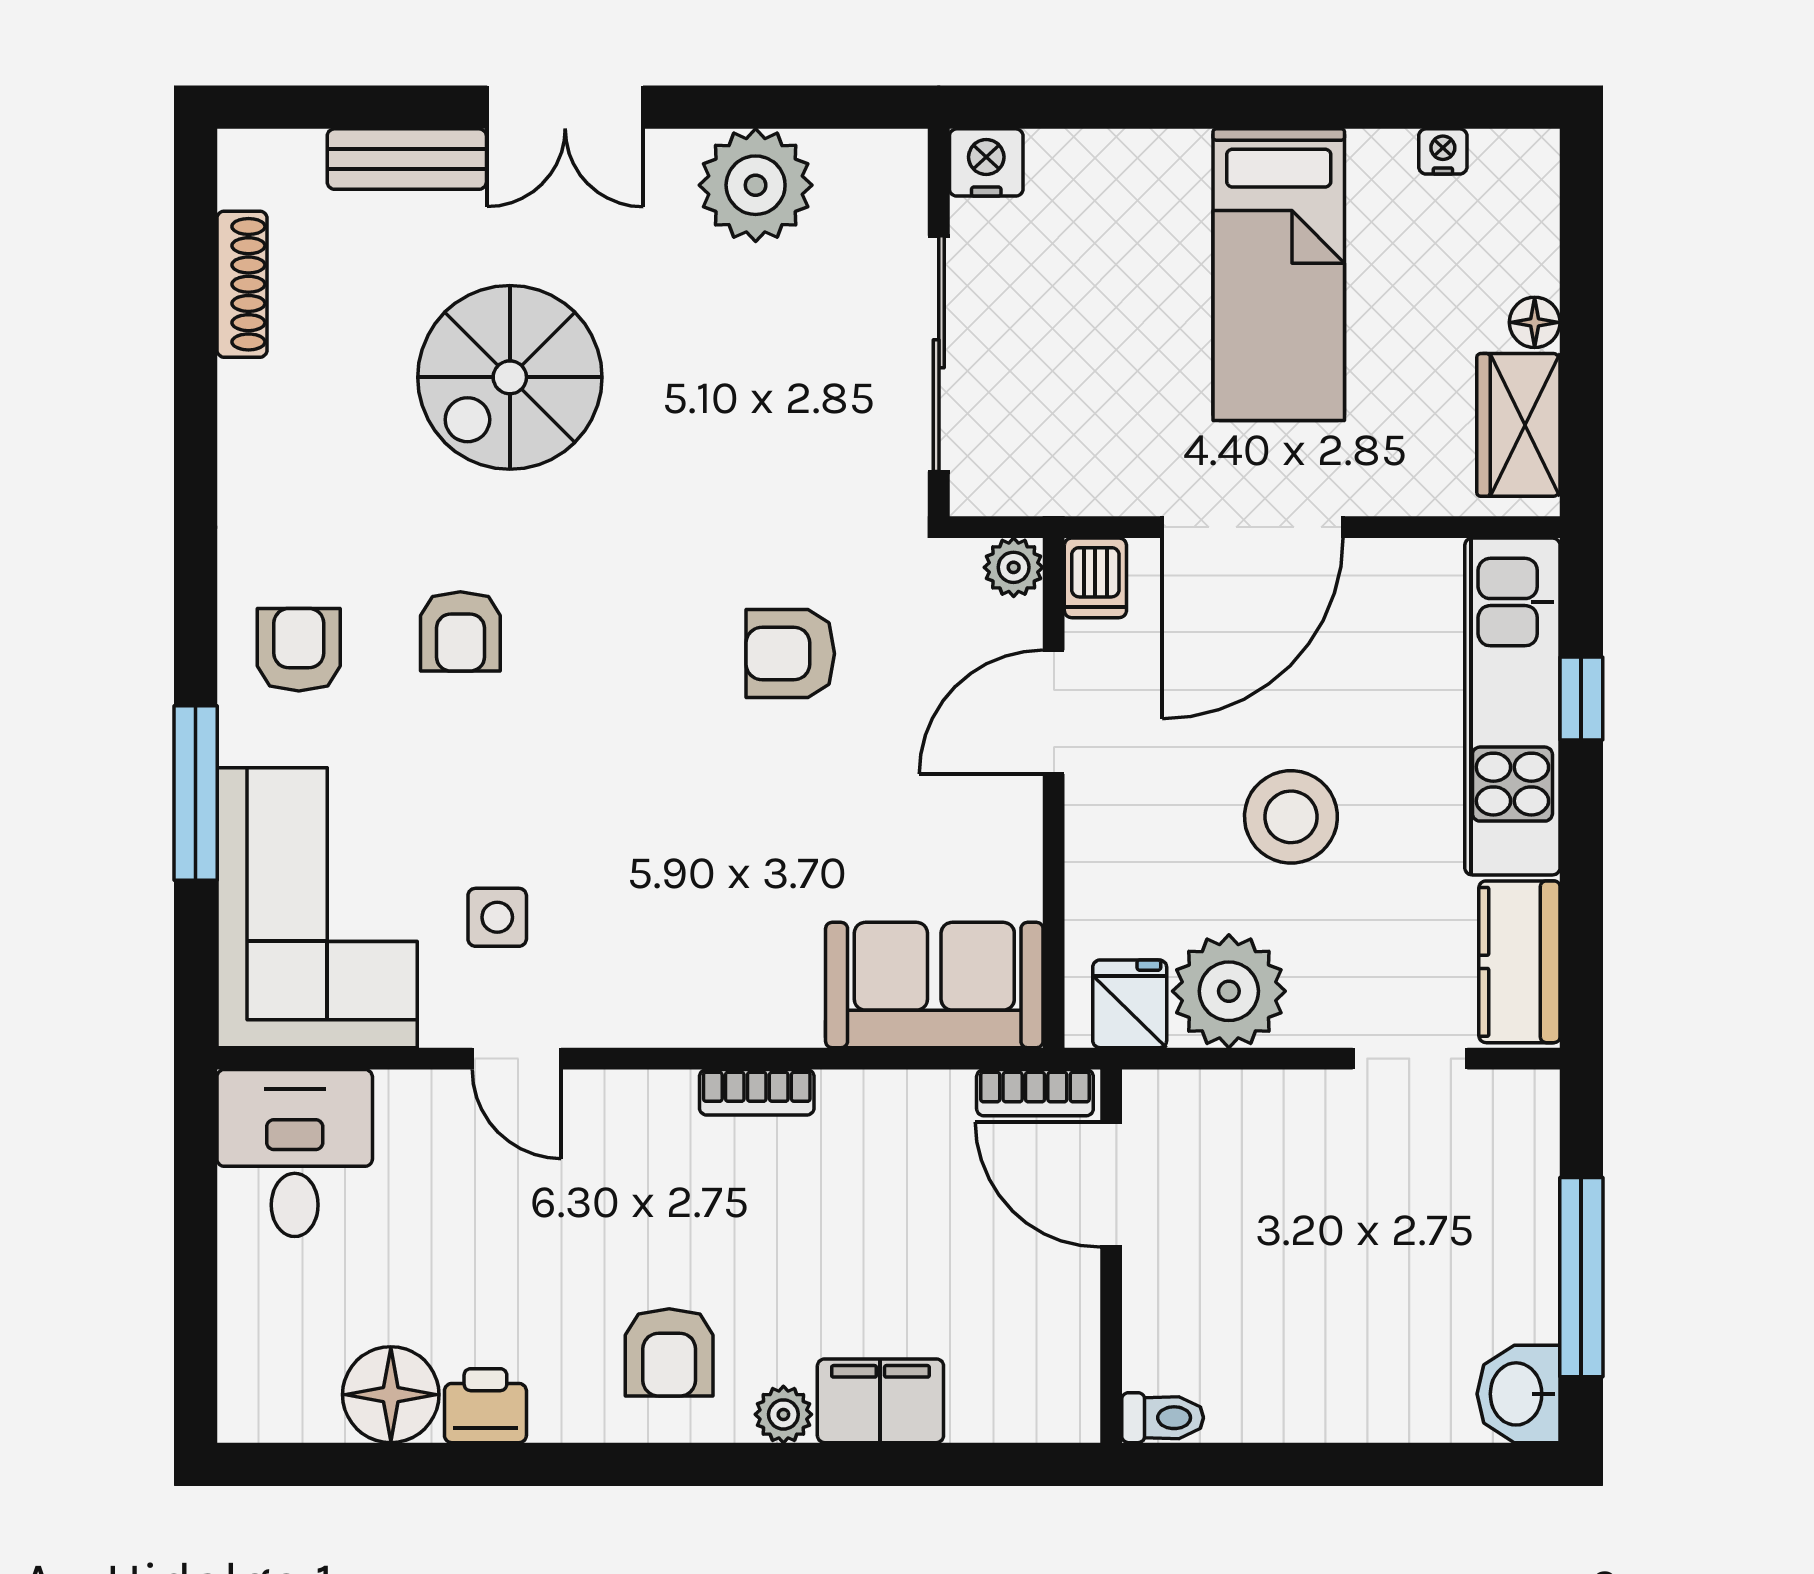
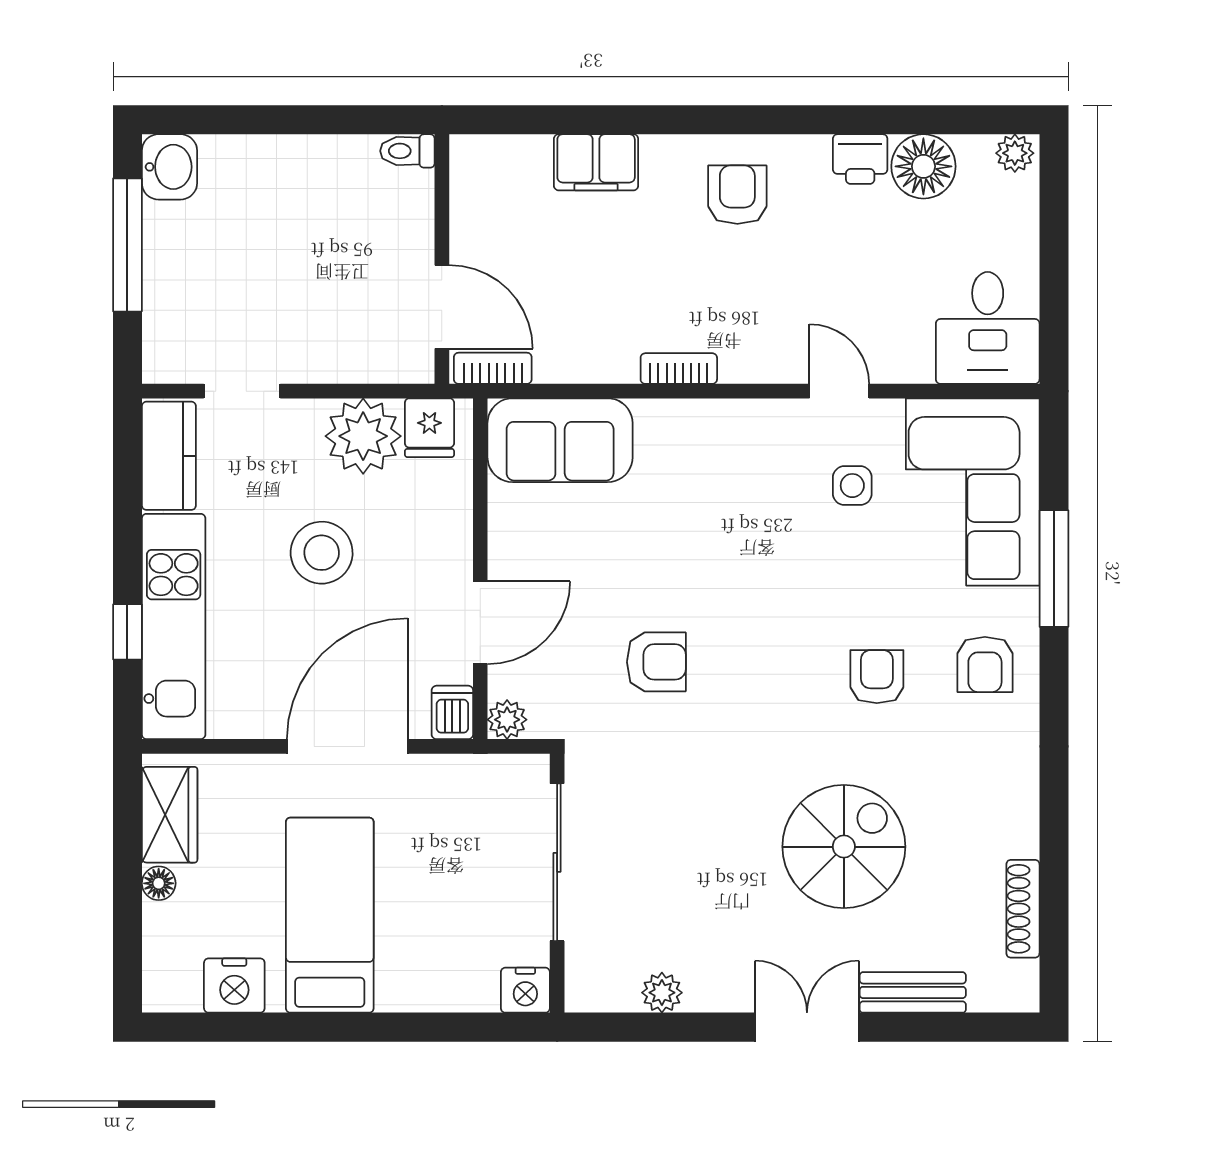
nightstand: (1443, 151) -> (234, 986), width x1.89, depth x1.79
plant: (756, 185) -> (662, 993), width x0.53, depth x0.53
plant: (783, 1414) -> (1015, 153), moved

